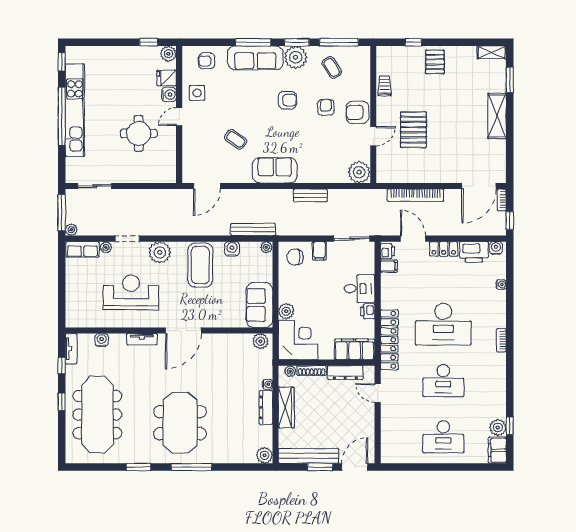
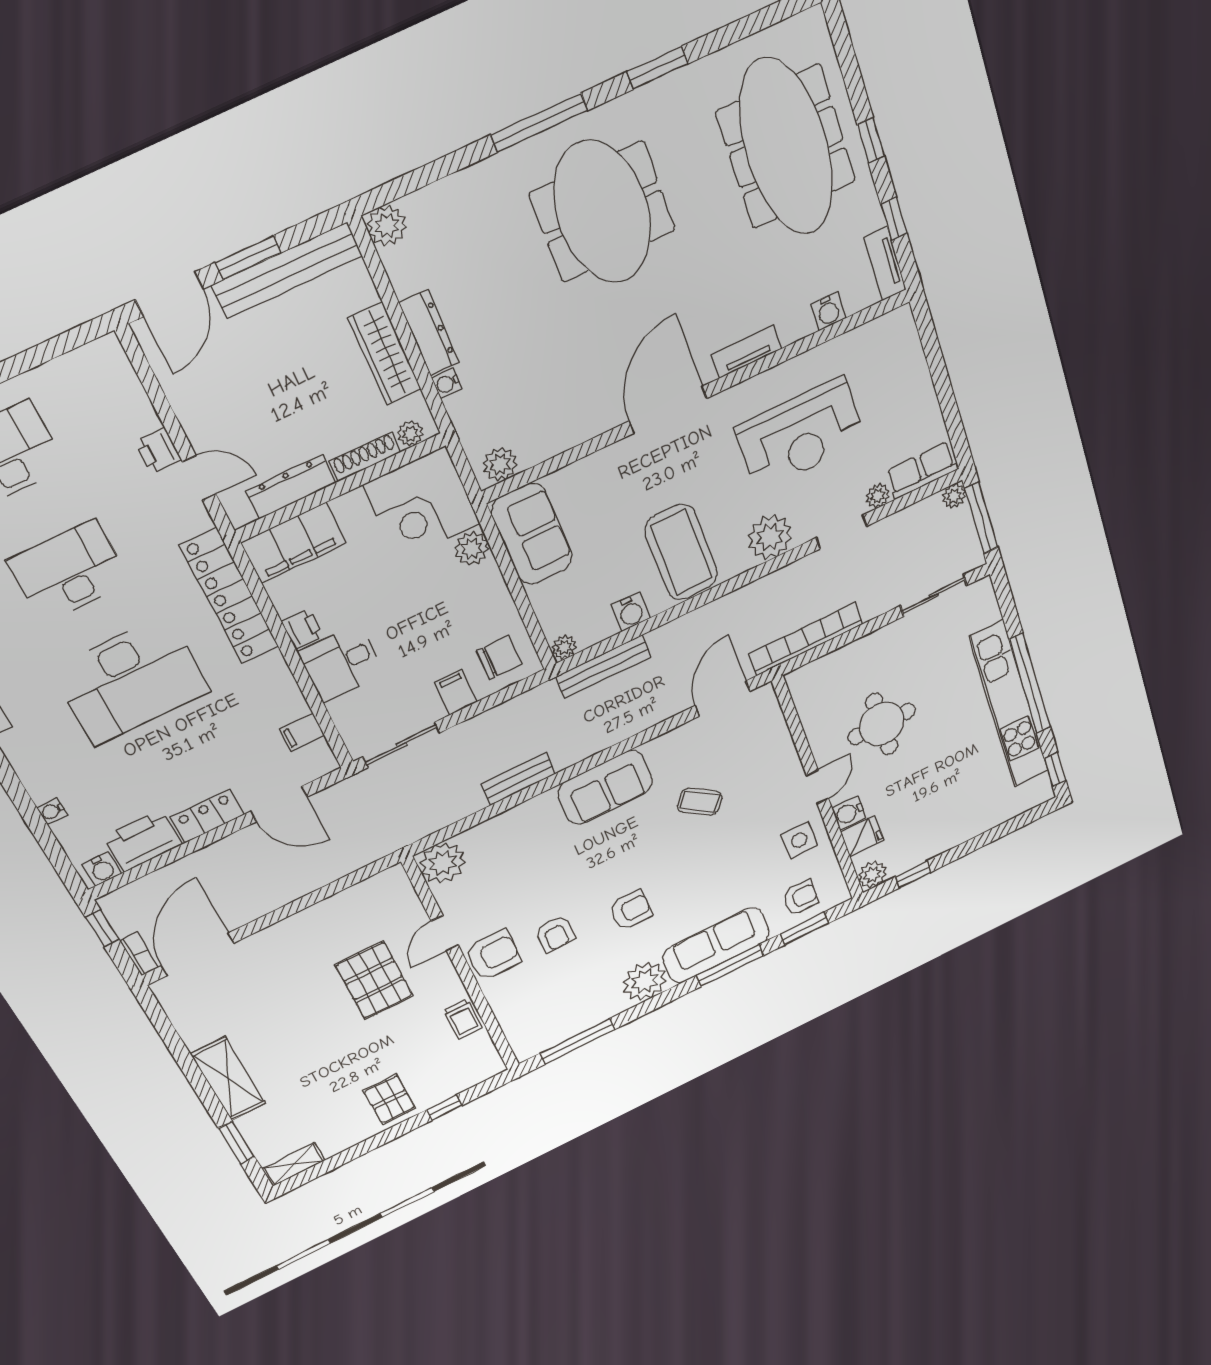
window: (297, 42) -> (805, 928), moved
coffee table: (332, 67) -> (573, 999), removed
armchair: (287, 100) -> (631, 910), turned 180
bookcase: (416, 195) -> (806, 639), moved
printer: (387, 251) -> (158, 451), moved
desk: (443, 324) -> (131, 681), turned 180

